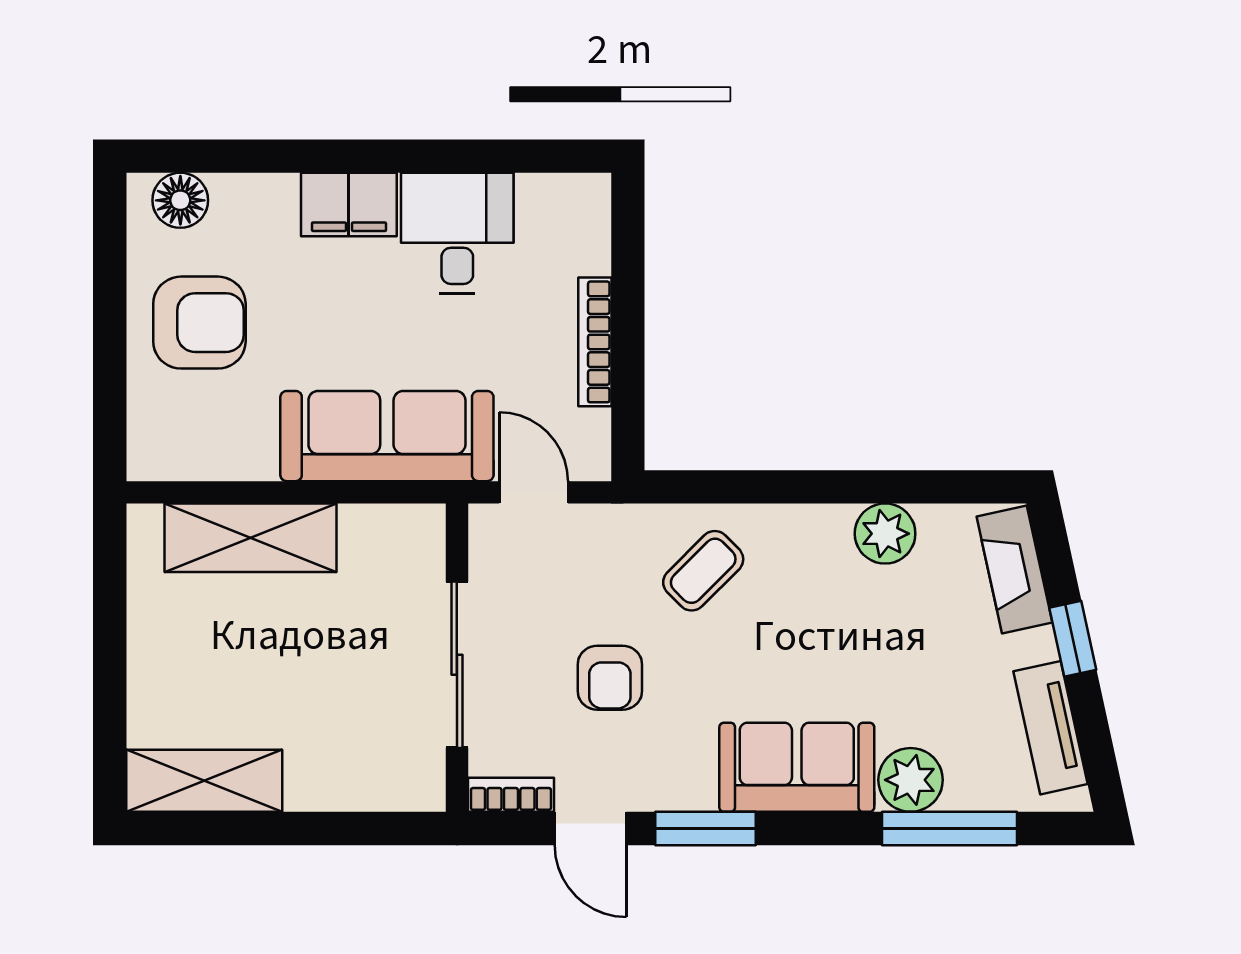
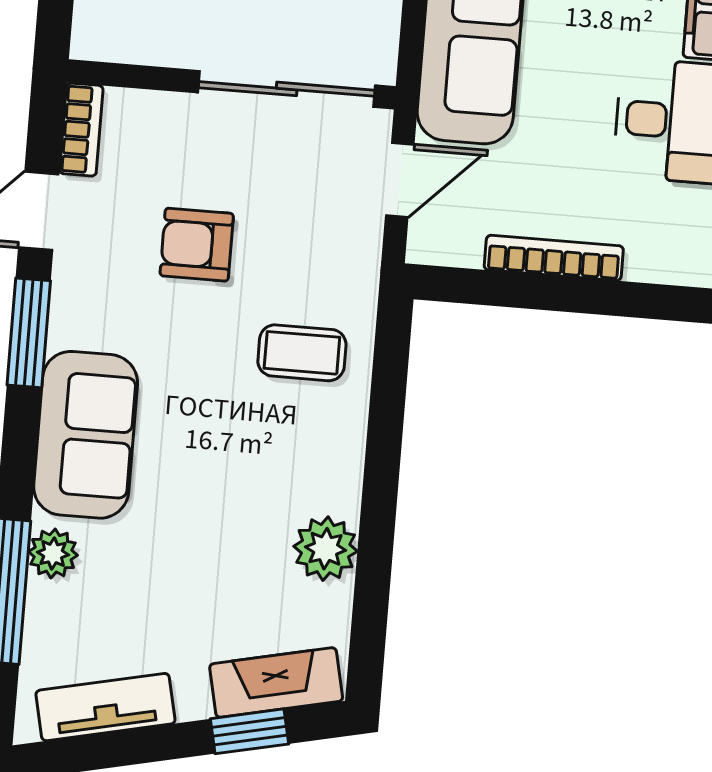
coffee table: (703, 571) -> (302, 353), turned -45
window: (1073, 639) -> (249, 731), moved
sliding door: (457, 665) -> (287, 89), moved
plant: (911, 780) -> (53, 553), width x0.73, depth x0.73

